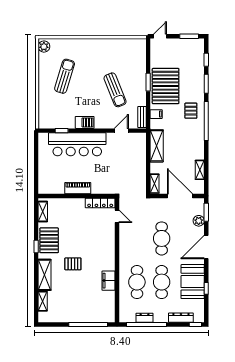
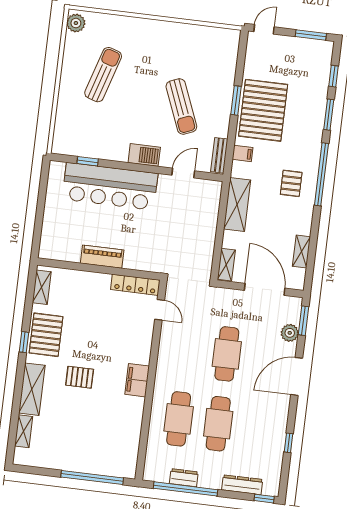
pallet: (191, 111) -> (291, 183), moved
barbecue: (85, 122) -> (144, 155), moved
filing cabinet: (108, 281) -> (137, 380), moved
booth: (193, 282) -> (268, 429), removed

